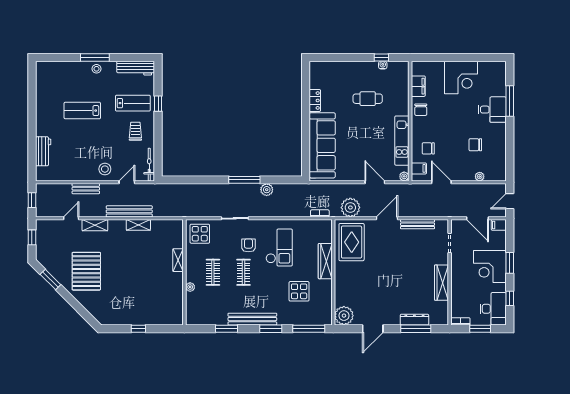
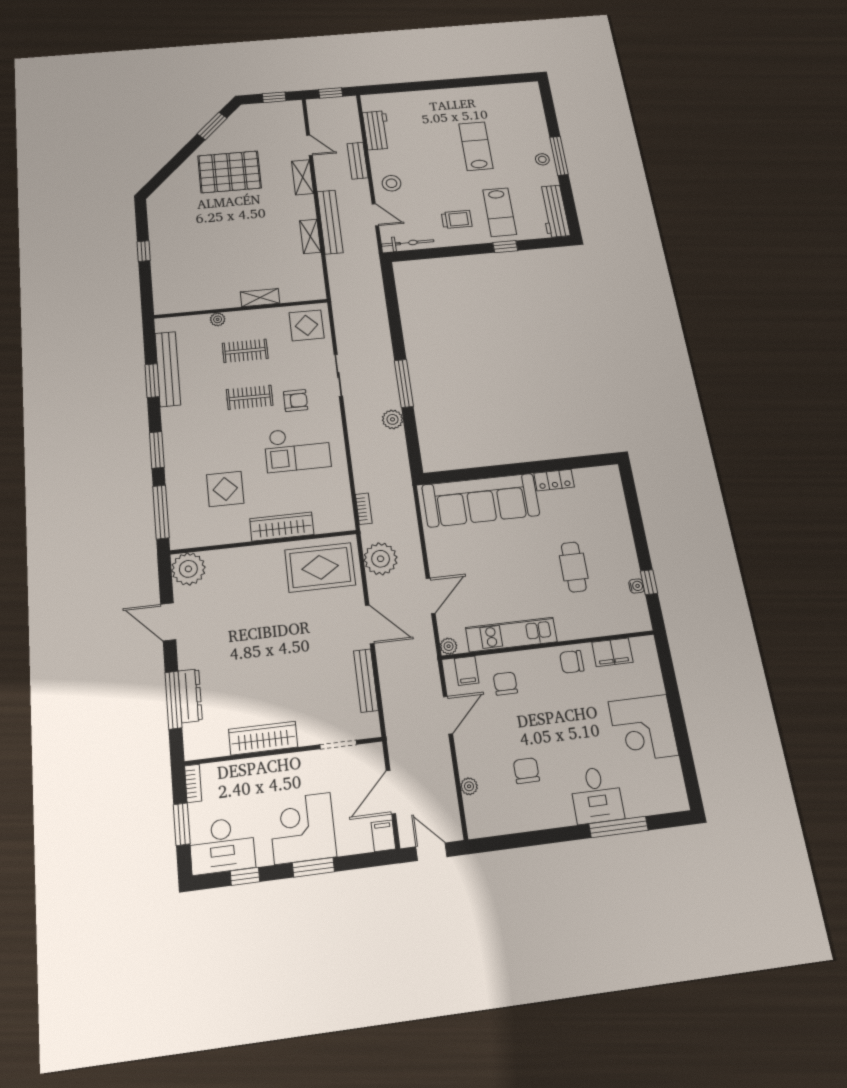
workbench: (43, 151) -> (377, 130), moved, turned -90
bench: (252, 319) -> (168, 369), moved

